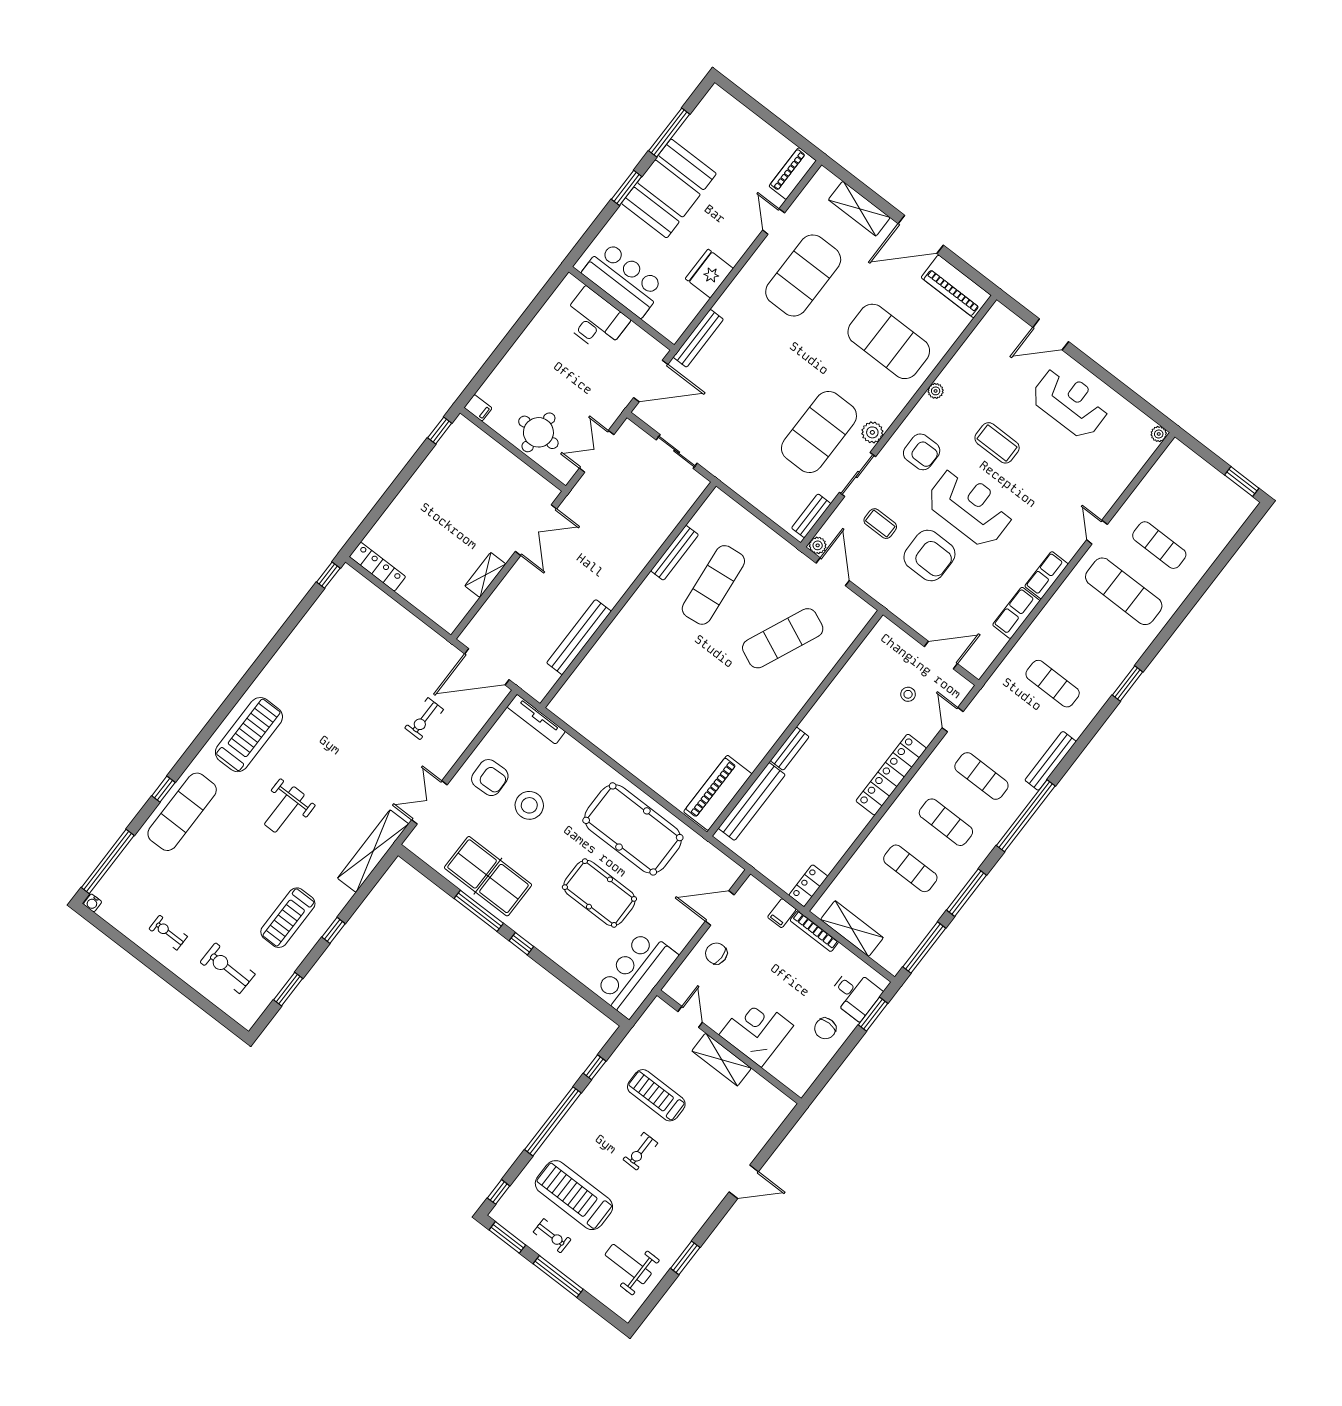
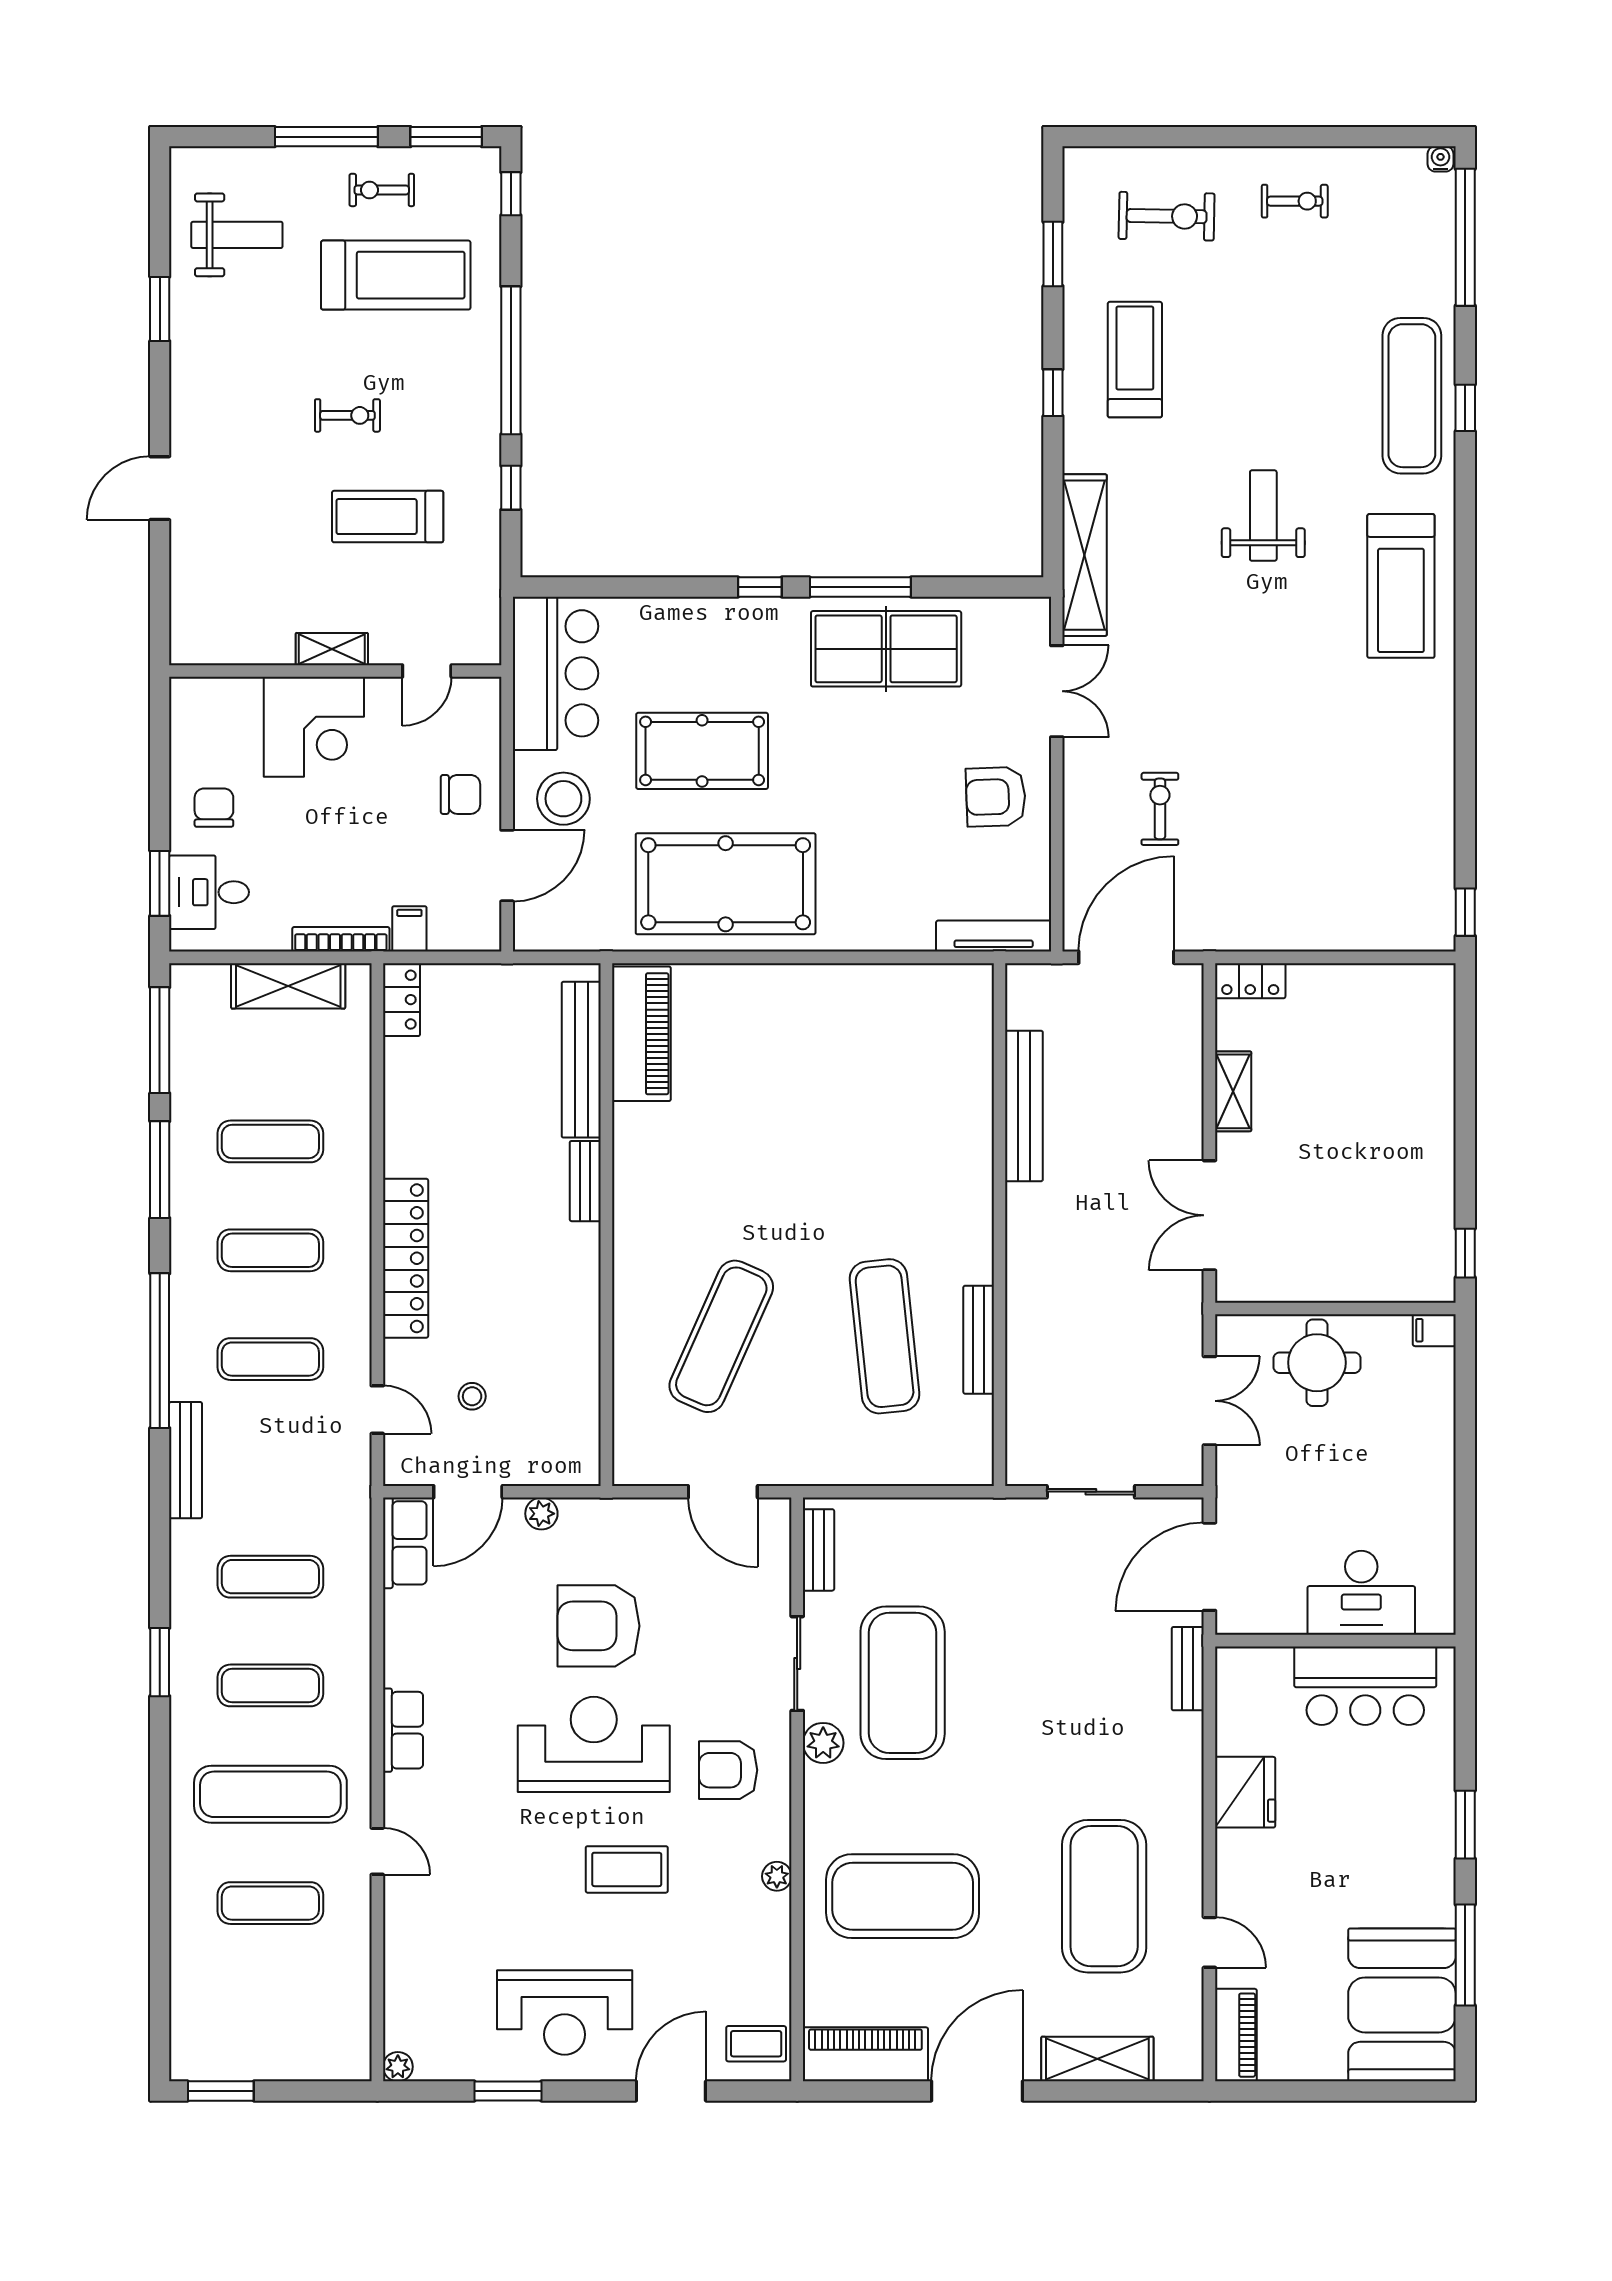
booth: (669, 188) -> (1402, 2005), moved
bench: (698, 338) -> (1188, 1669), width x0.73
window: (1120, 388) -> (508, 2091), added
reception desk: (970, 507) -> (594, 1744), turned 180
coffee table: (880, 524) -> (756, 2044), moved
plant: (818, 545) -> (541, 1514), moved
locker: (377, 567) -> (1250, 981), moved, width x0.66
row of seats: (1016, 613) -> (405, 1543), moved
exercise mat: (1088, 637) -> (270, 1685), added
stool: (529, 805) -> (563, 799), moved
door: (690, 1017) -> (427, 671), hinge flipped
shelving: (722, 1060) -> (332, 649), width x0.67, depth x0.75
treadmill: (656, 1095) -> (388, 517), turned 180
exercise bike: (640, 1151) -> (347, 415), turned 90

